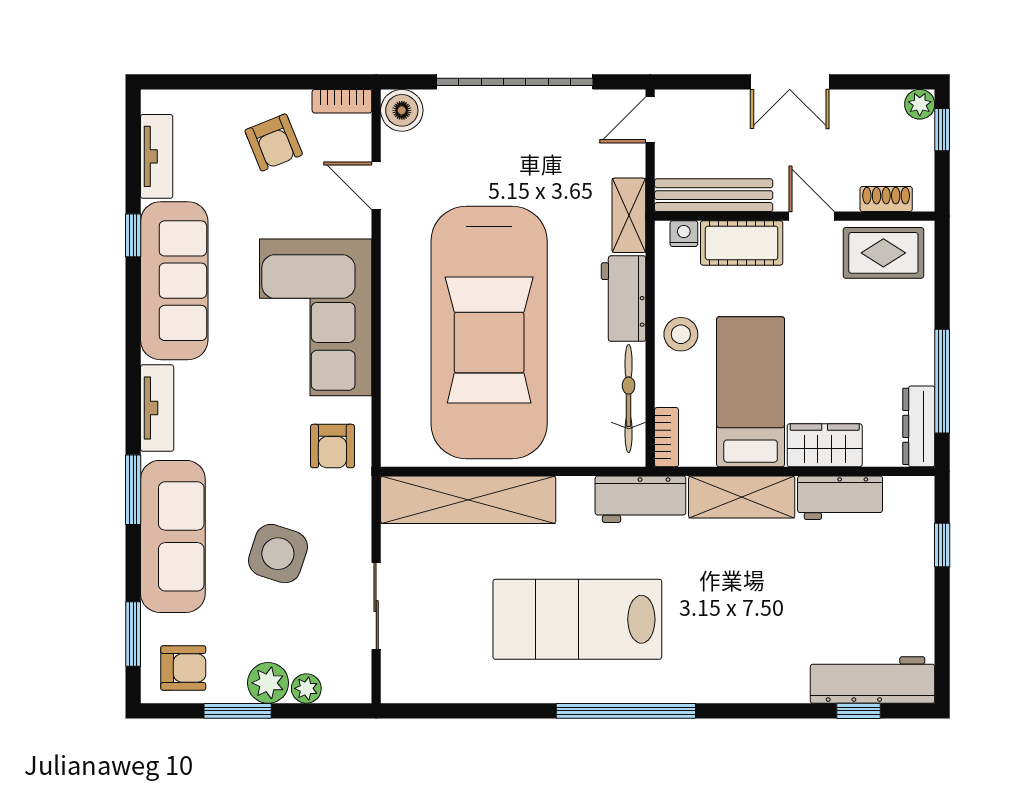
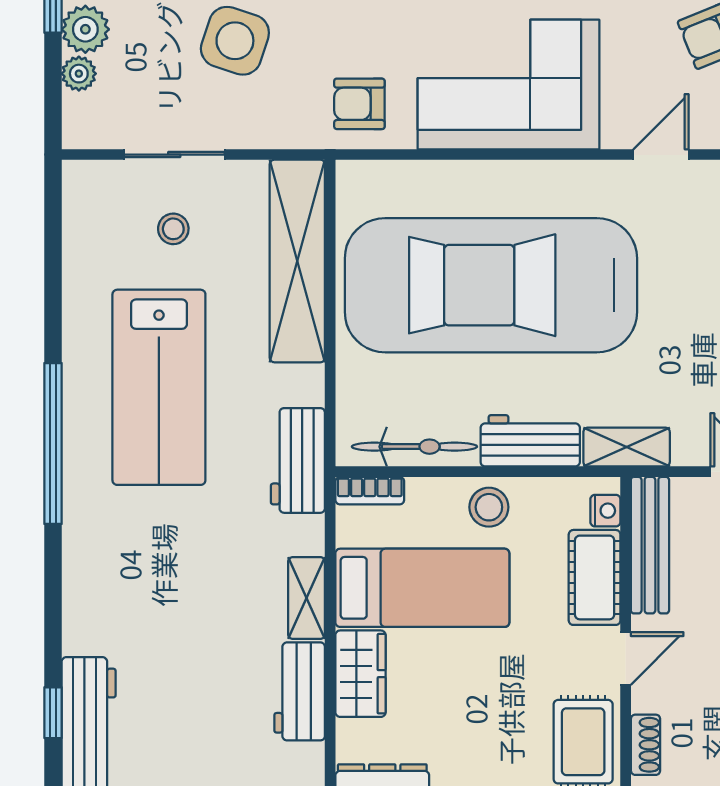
shelving: (742, 497) -> (307, 598), width x0.67, depth x0.75
stool: (440, 607) -> (173, 229), added
lab bench: (577, 619) -> (159, 387), turned 180

